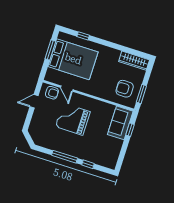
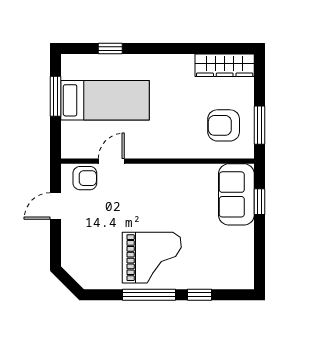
bed: (73, 59) -> (105, 100), width x0.67
door: (67, 89) -> (111, 161), swing flipped
grand piano: (73, 119) -> (152, 258), moved, turned 180

